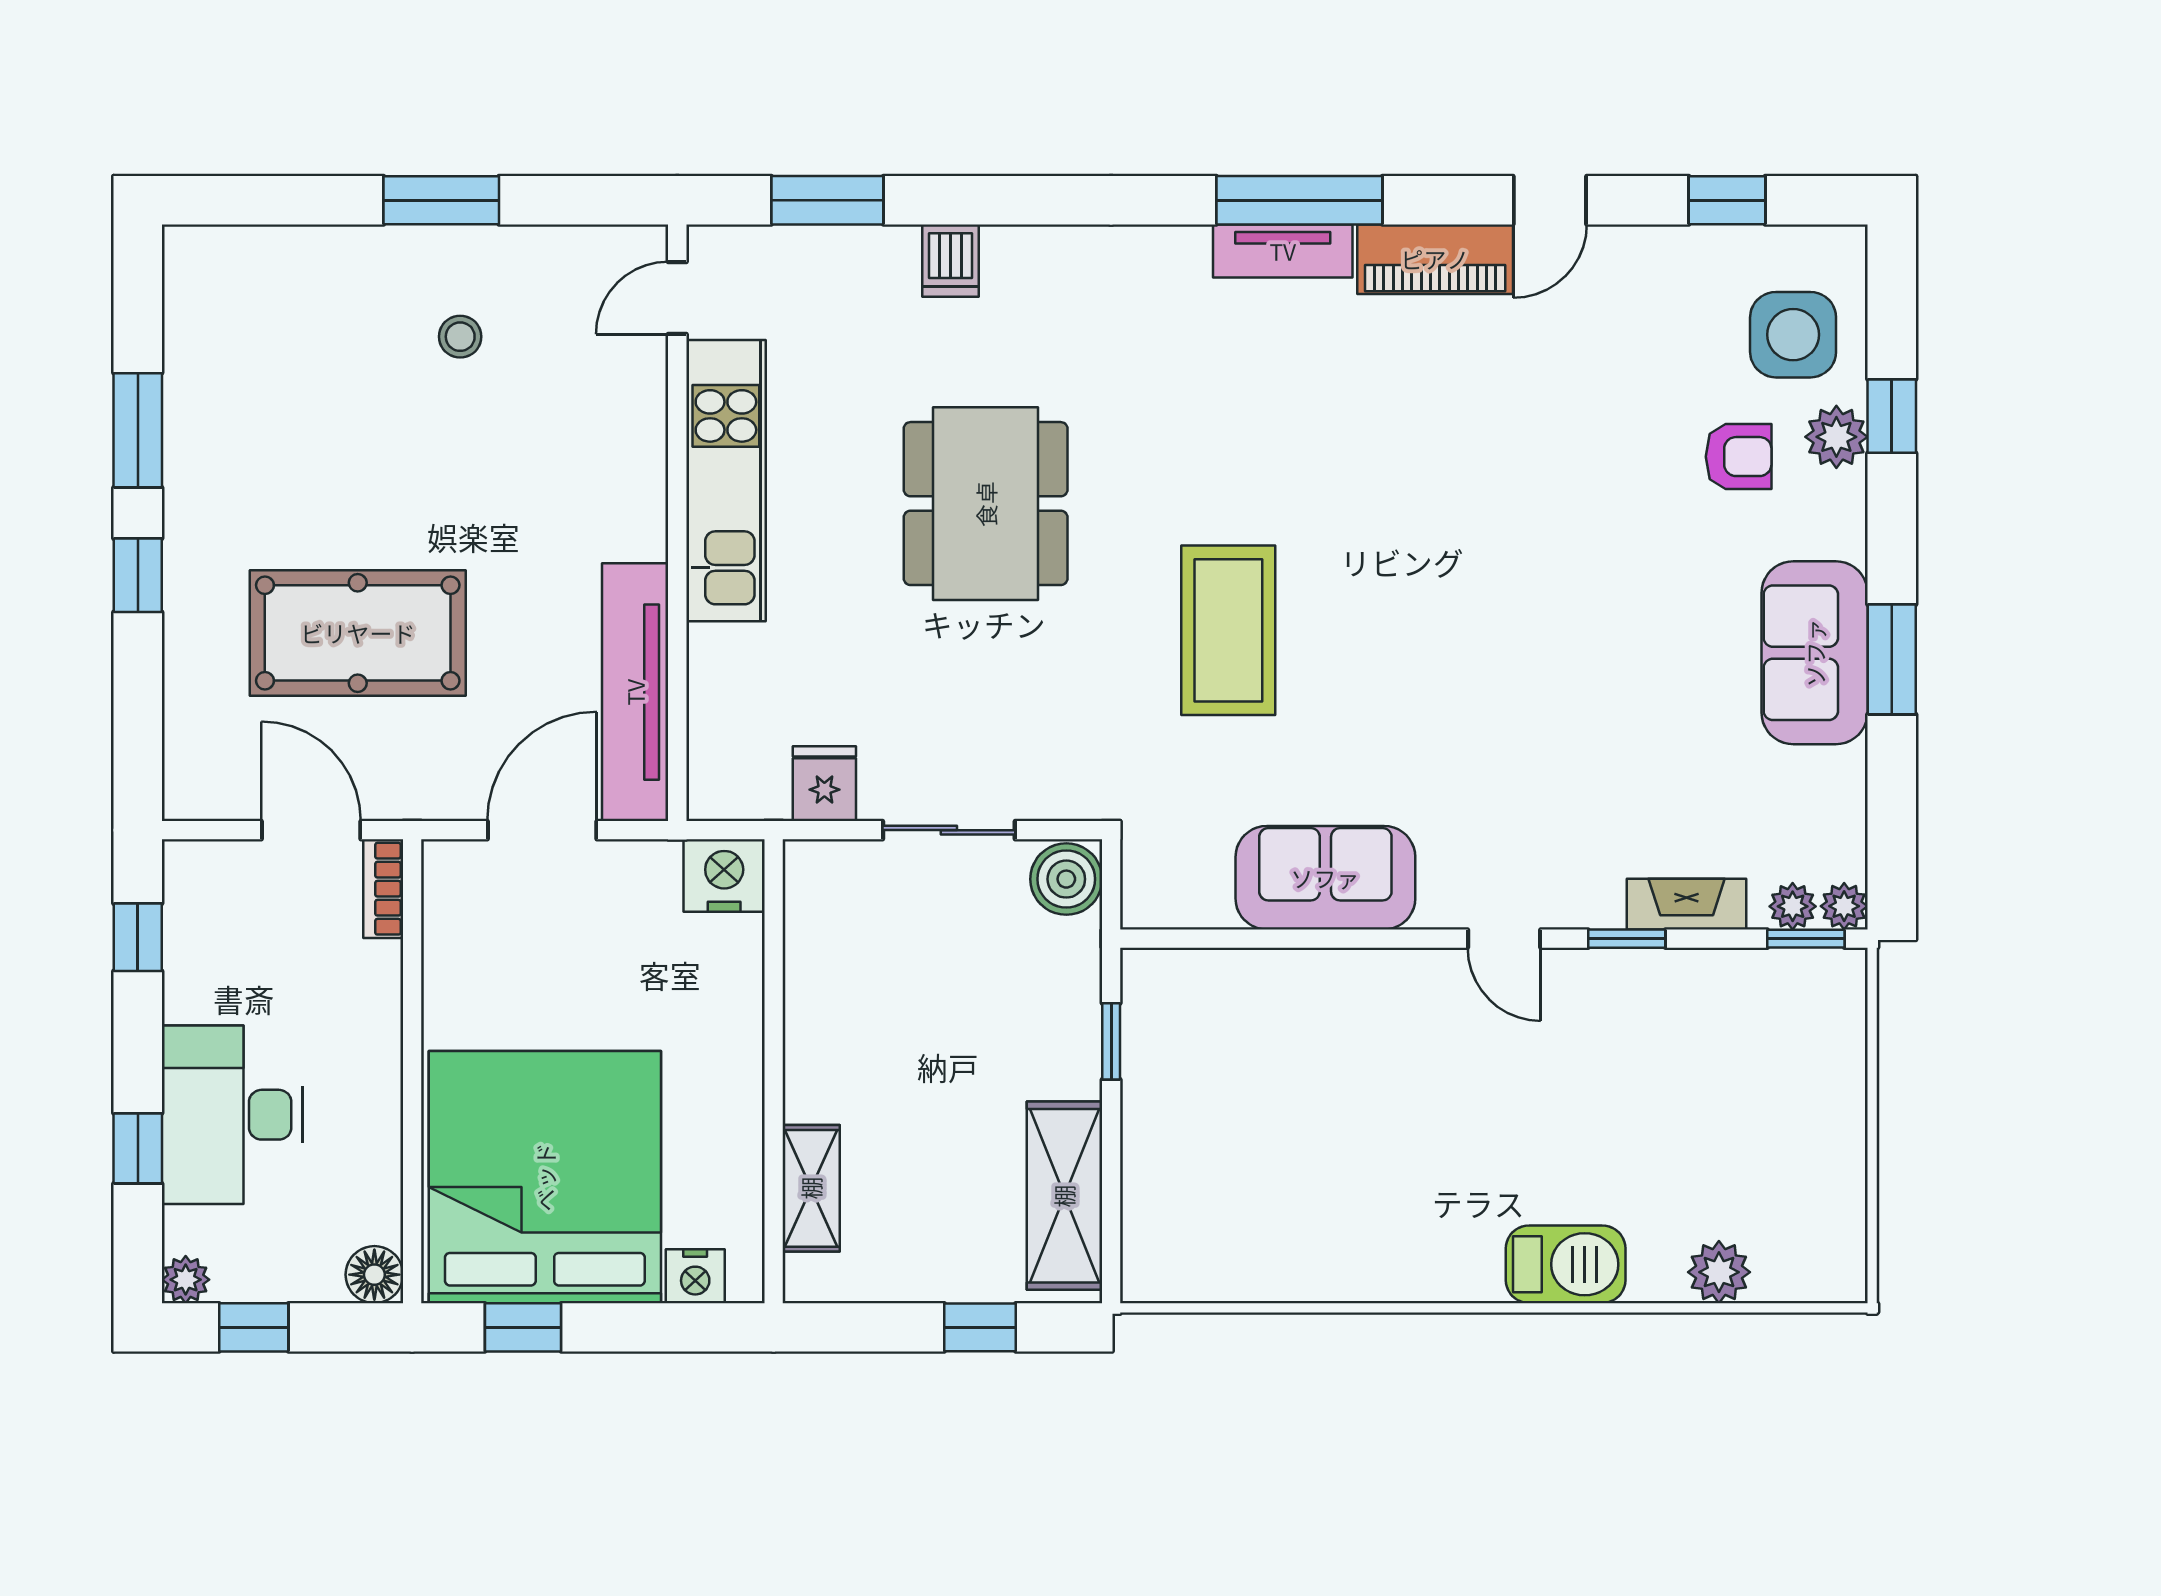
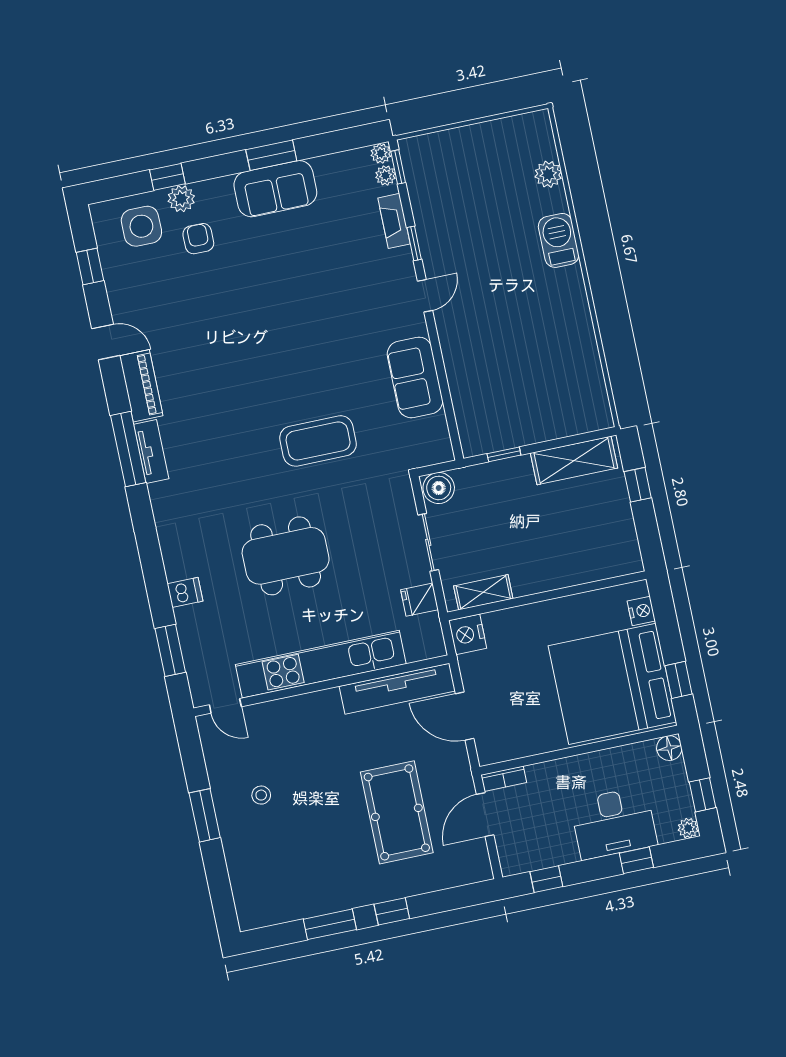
kitchen unit: (726, 481) -> (321, 664), width x1.36
shelving: (811, 1188) -> (483, 592), moved

